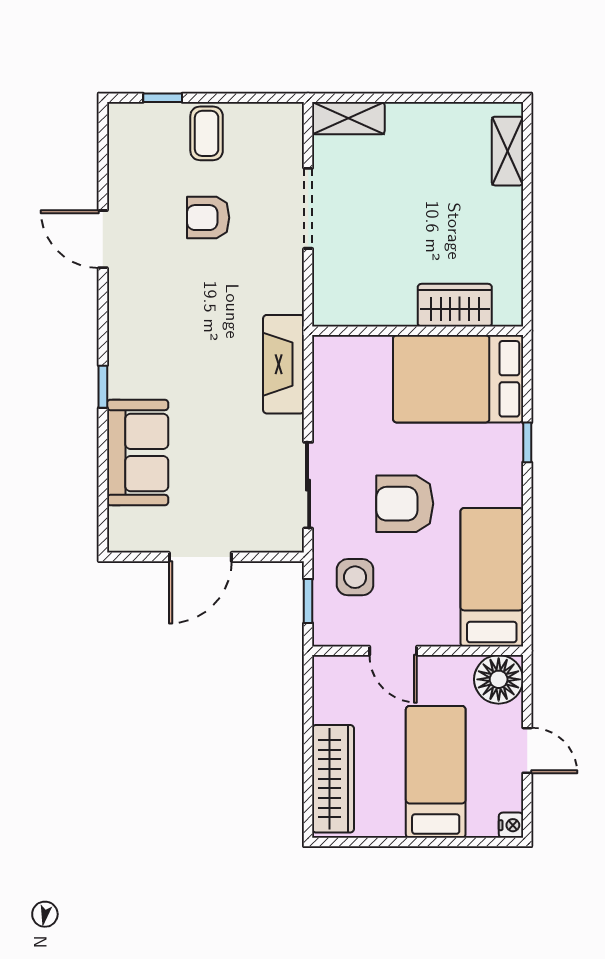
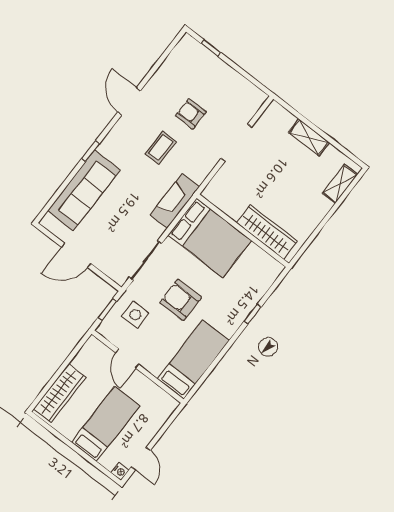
shelving: (348, 118) -> (309, 138), moved
coffee table: (207, 133) -> (161, 148), moved
door: (103, 239) -> (129, 101), moved
wardrobe: (455, 305) -> (267, 232), width x1.50
bed: (458, 379) -> (210, 238), moved, turned 180
sofa: (138, 453) -> (84, 190), width x1.36
floor lamp: (499, 679) -> (163, 405), removed
door: (527, 750) -> (141, 459), moved

